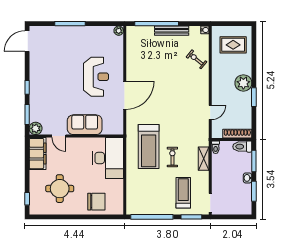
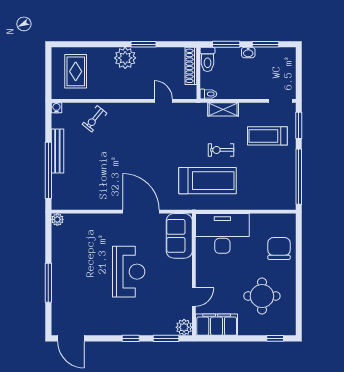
reception desk: (96, 77) -> (129, 272), moved, turned 90
sofa: (85, 125) -> (179, 236), moved

